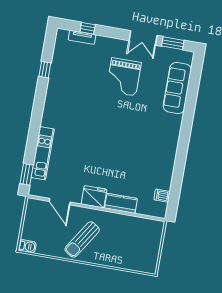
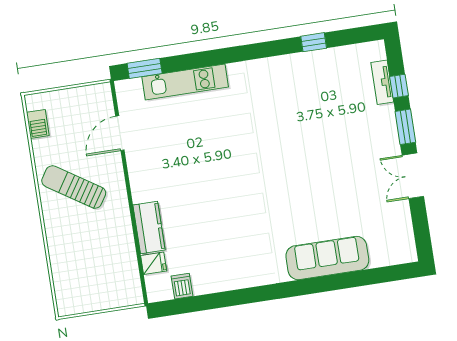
window: (173, 43) -> (405, 127), moved
grand piano: (124, 77) -> (344, 166), removed
sofa: (177, 88) -> (327, 258), moved
fridge: (94, 197) -> (154, 263), moved, width x0.53, depth x0.75
barbecue: (27, 246) -> (38, 124), moved

